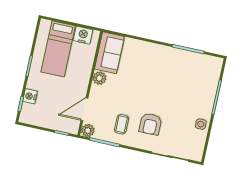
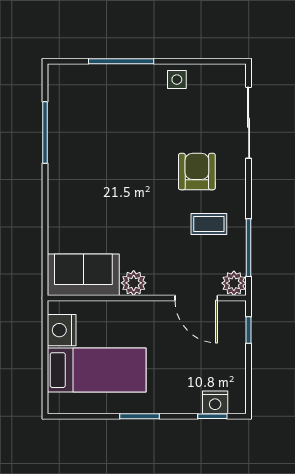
nightstand: (30, 96) -> (215, 402), moved
armchair: (150, 124) -> (197, 172), turned -90

